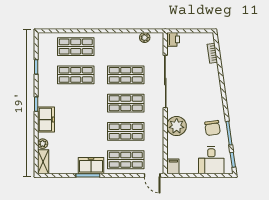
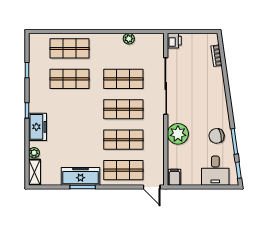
plant: (145, 38) -> (129, 39), moved
chair: (212, 128) -> (217, 136), turned 87
freezer: (91, 166) -> (80, 176), width x1.40

